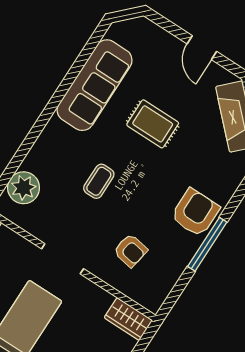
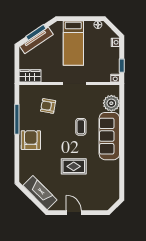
sofa: (95, 85) -> (109, 136), moved
armchair: (195, 213) -> (31, 140), turned 180
window: (207, 244) -> (17, 119), moved

